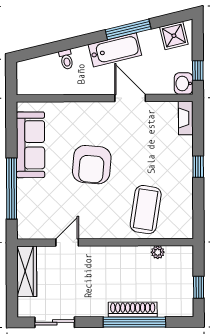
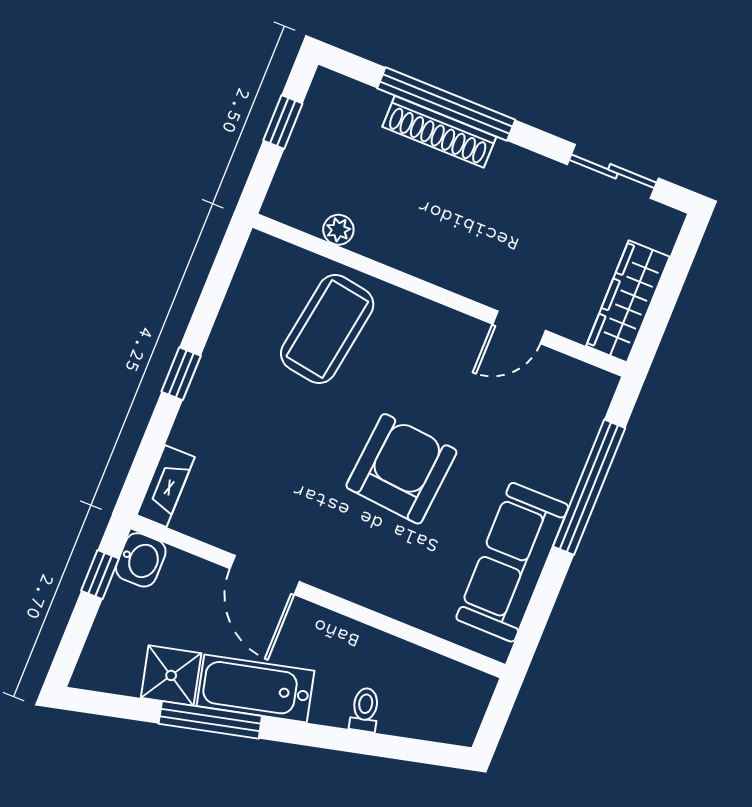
shower: (174, 36) -> (171, 675), moved

